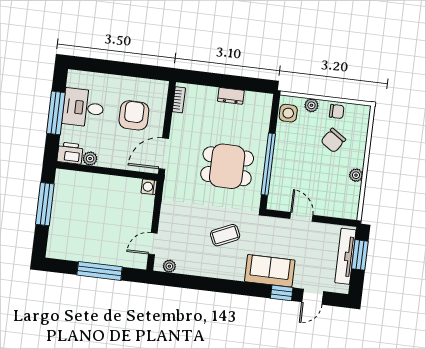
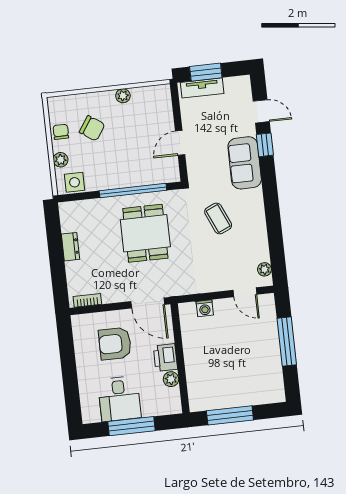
printer: (70, 153) -> (165, 358), moved
washing machine: (149, 187) -> (205, 308), moved
tv unit: (345, 256) -> (202, 88), width x0.71

